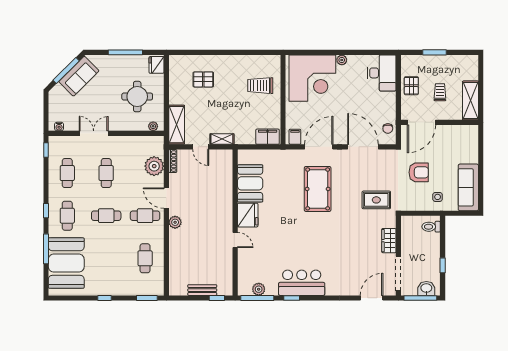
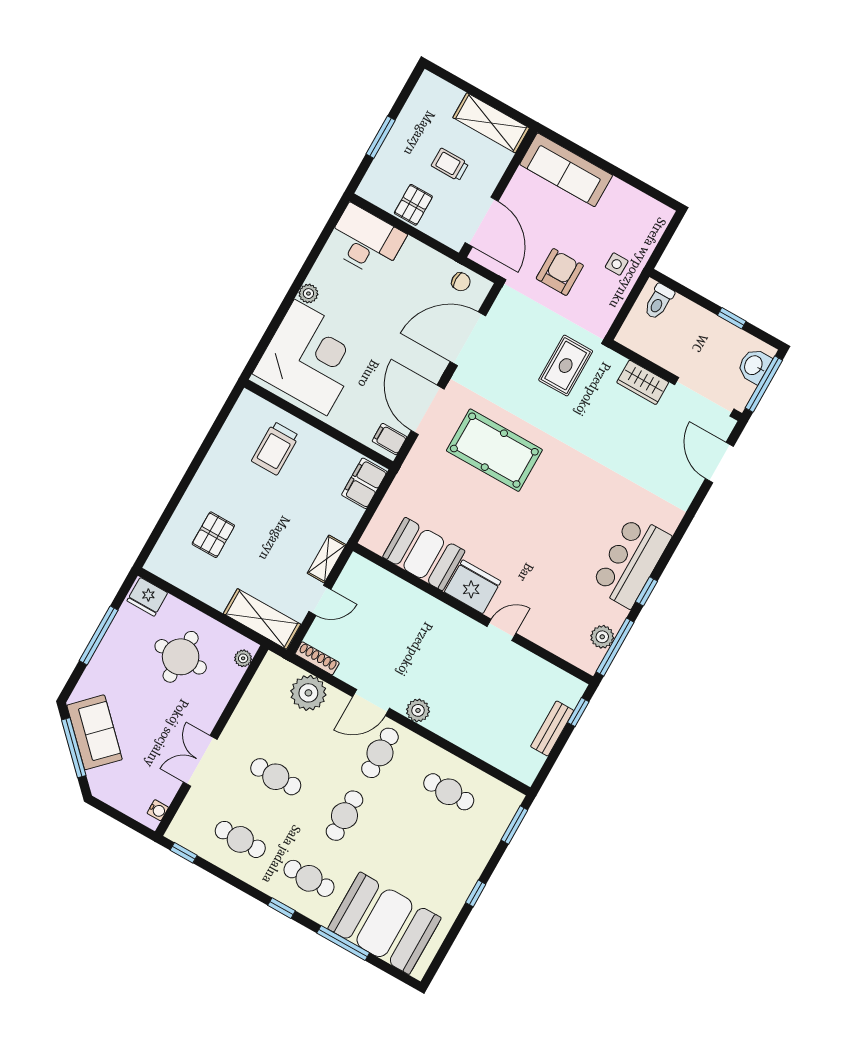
pallet: (411, 86) -> (413, 205), turned 90
sofa: (468, 187) -> (566, 170), moved

